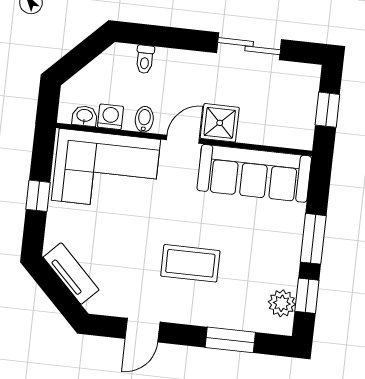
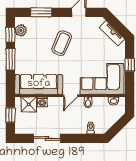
washing machine: (111, 117) -> (42, 102), moved
shower: (220, 123) -> (29, 104), moved
coffee table: (190, 263) -> (62, 43), turned -67

